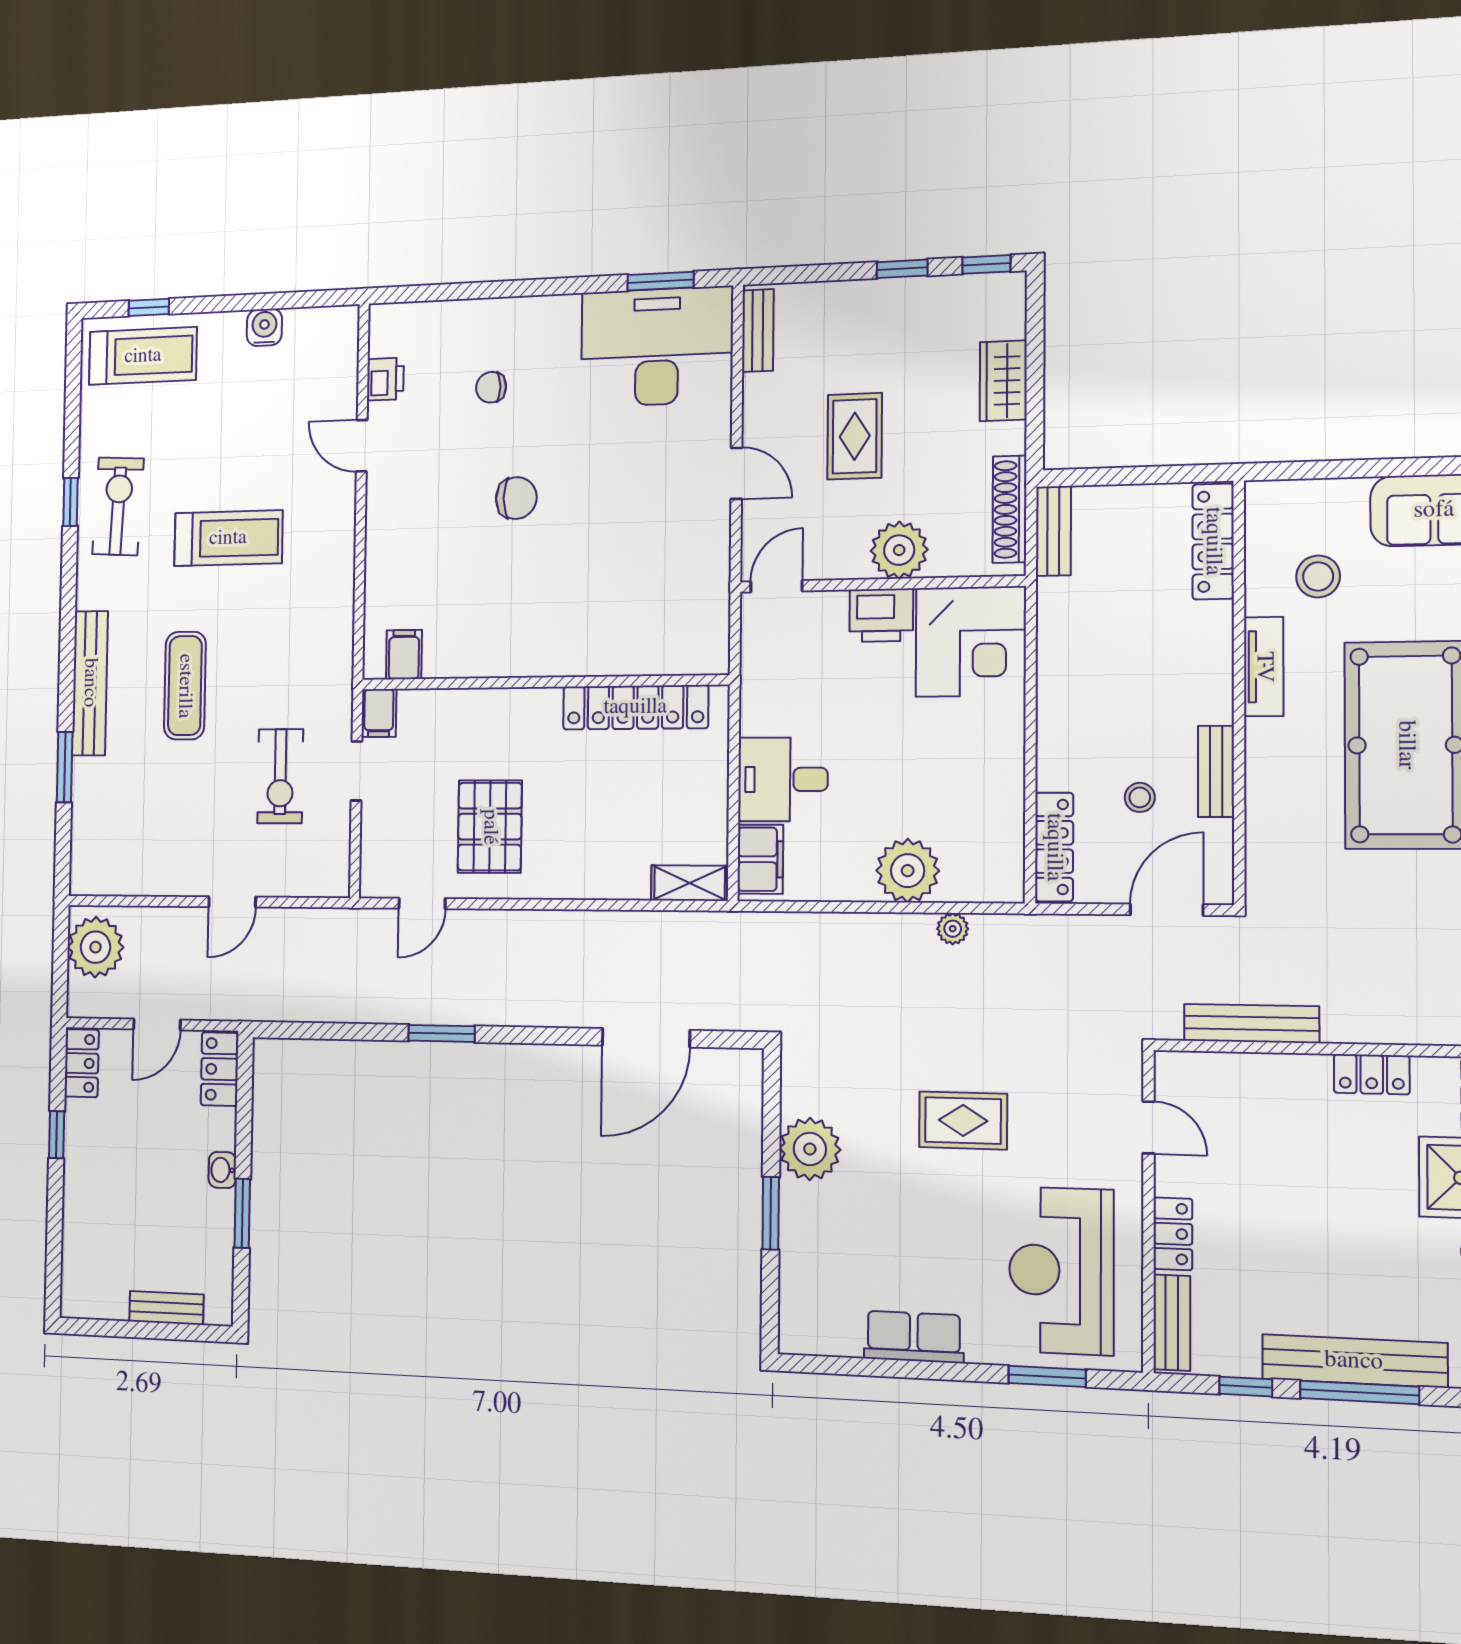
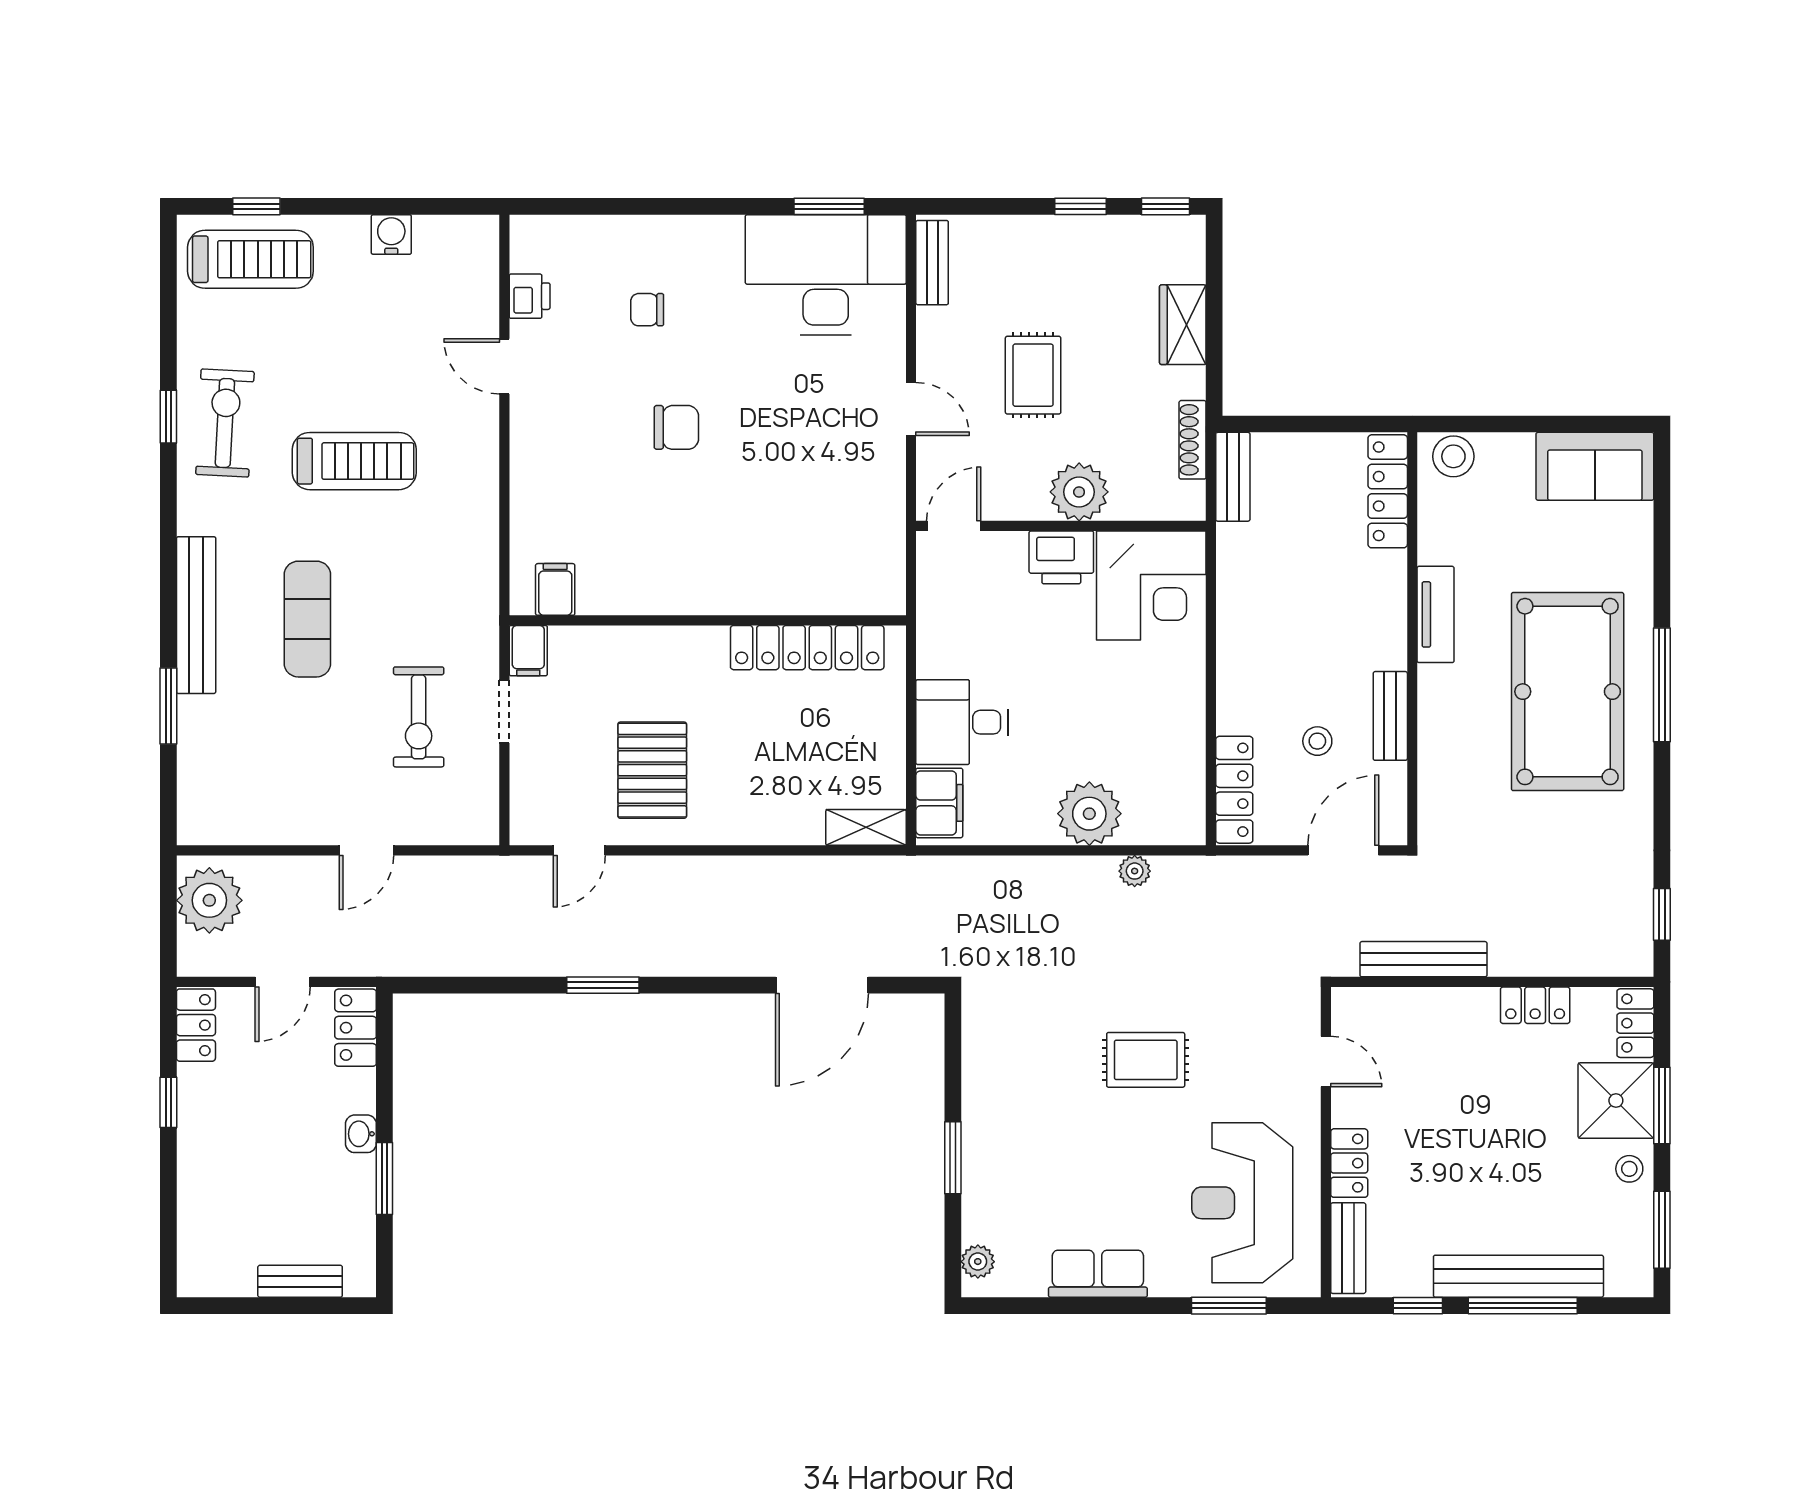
shoe rack: (1010, 509) -> (1193, 440), width x0.74, depth x0.81
stool: (1318, 576) -> (1453, 456), moved
plant: (810, 1149) -> (978, 1262), moved, width x0.53, depth x0.53

